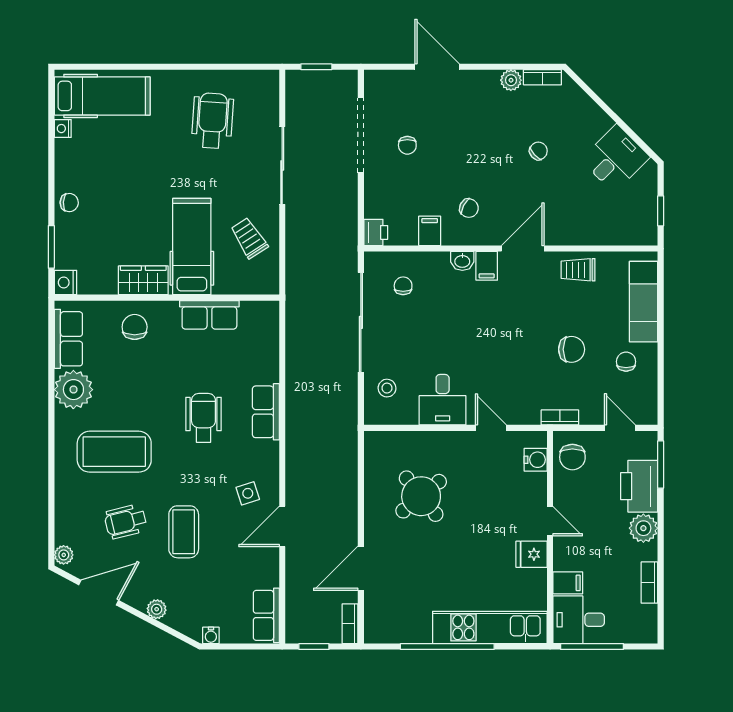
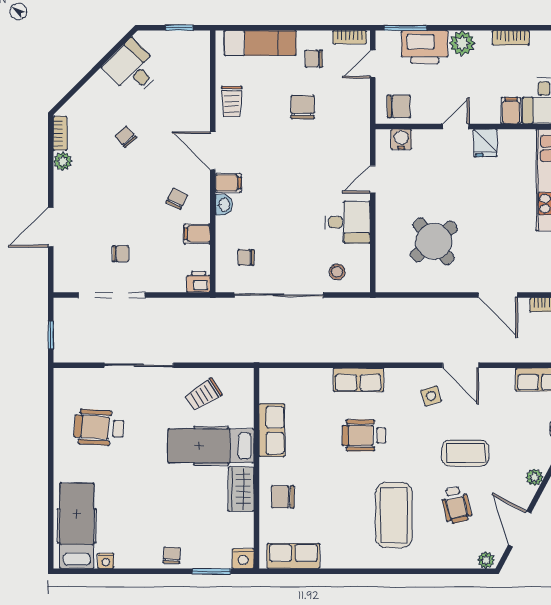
plant: (73, 390) -> (339, 551), removed
bookcase: (560, 417) -> (350, 37), moved, turned -90

